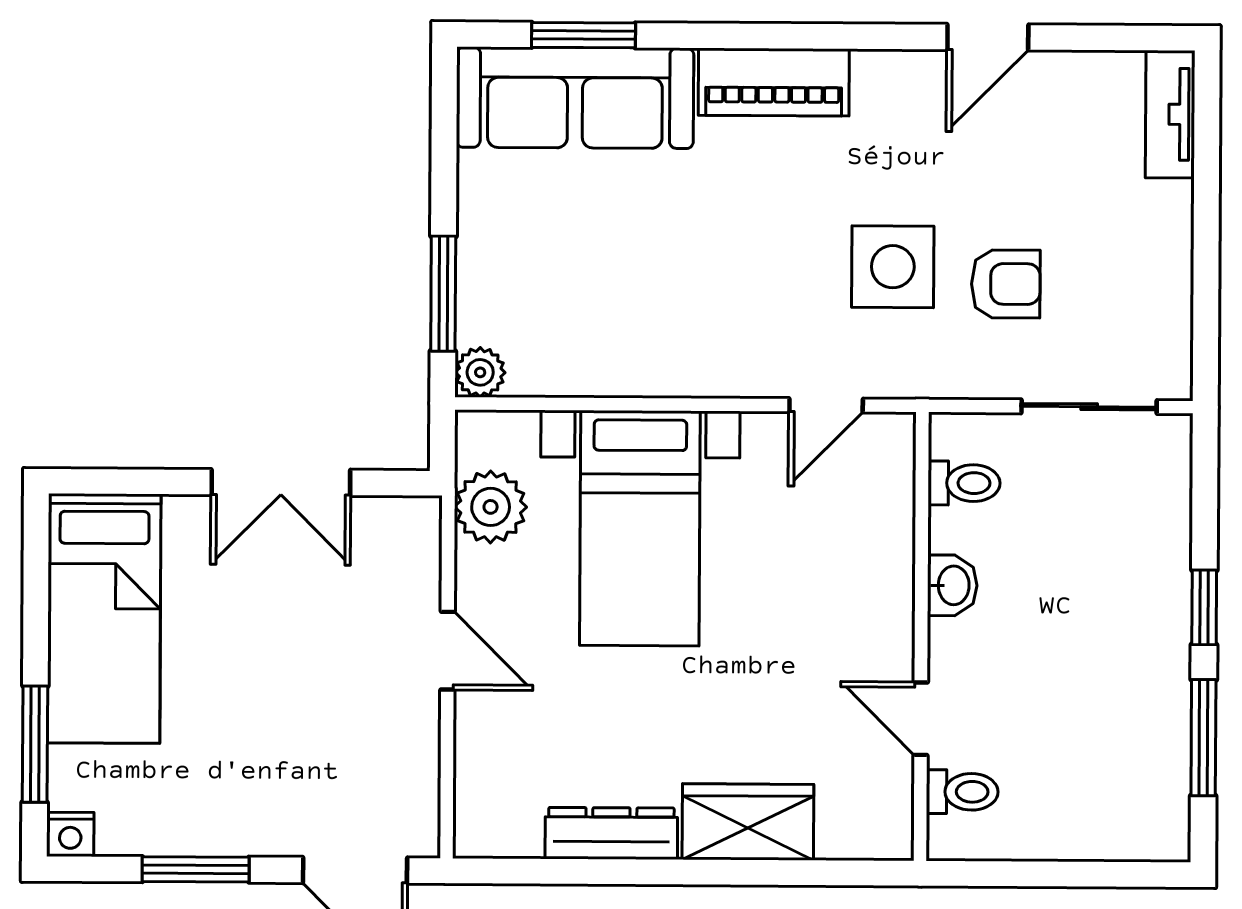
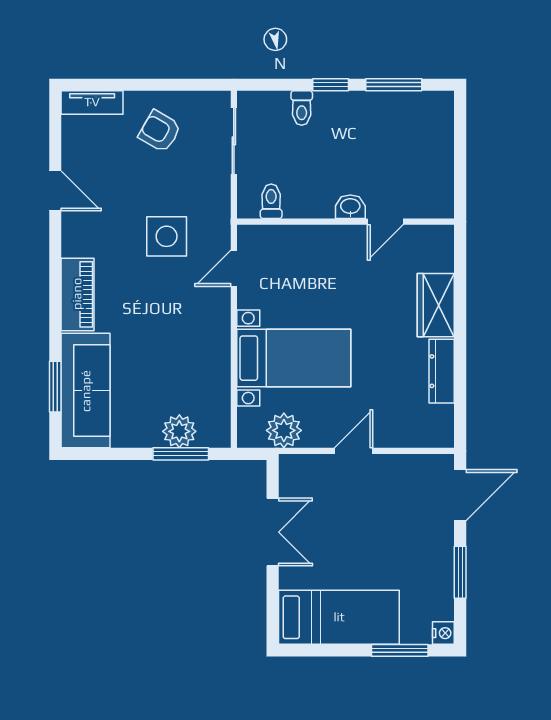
armchair: (1006, 284) -> (160, 131), moved, turned -60
plant: (480, 372) -> (179, 431), moved, width x1.38, depth x1.38
door: (826, 405) -> (234, 268), swing flipped
washbasin: (952, 585) -> (350, 207), moved
toilet: (962, 792) -> (302, 108), moved, turned 180

